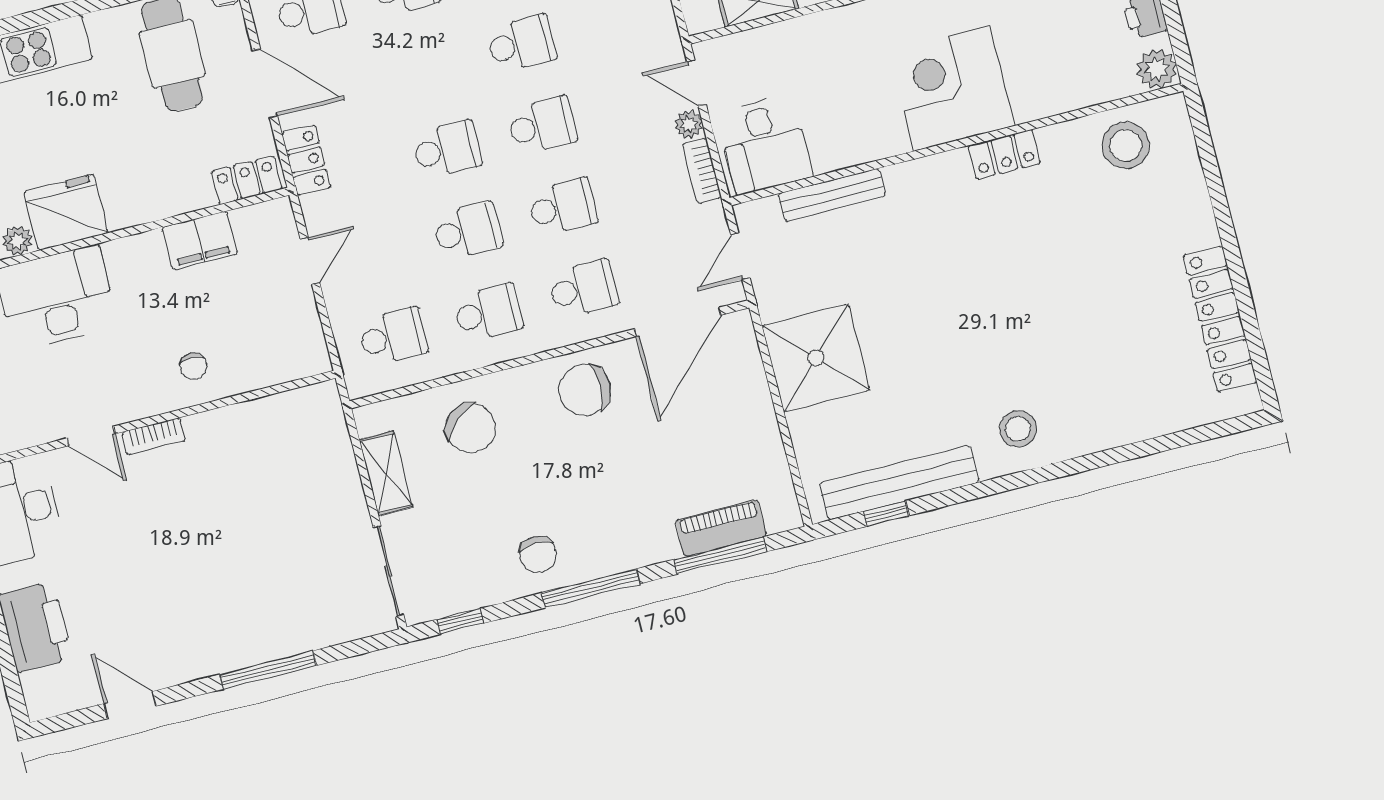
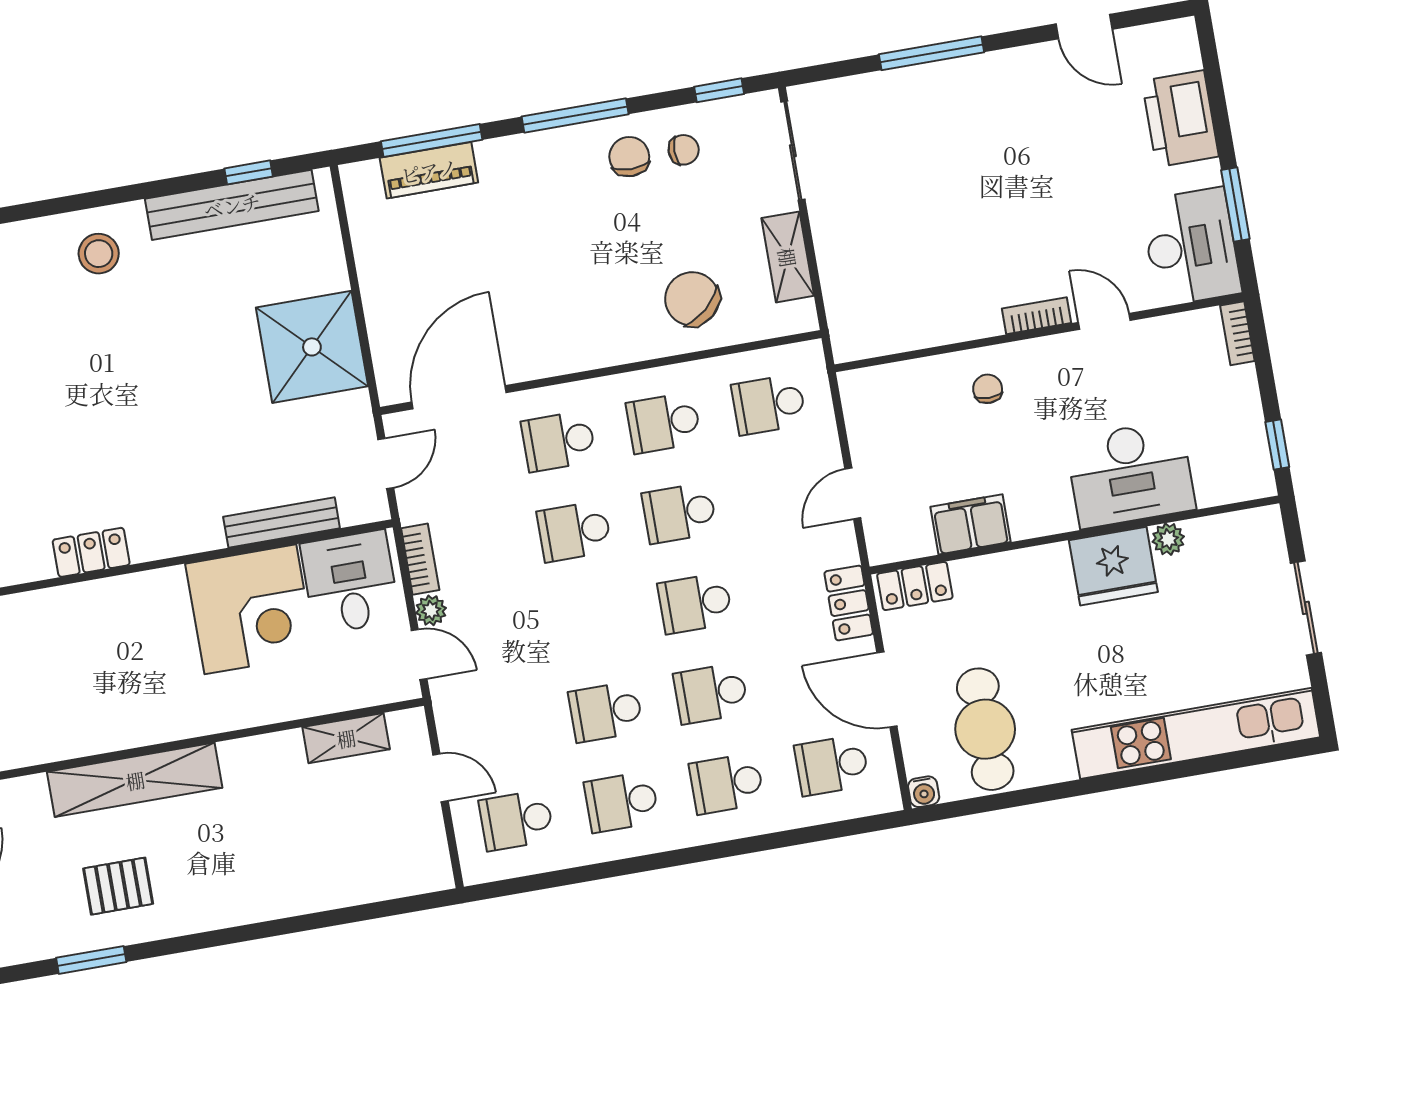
corner desk: (952, 88) -> (250, 609), moved
school desk: (542, 125) -> (711, 693), moved
chair: (585, 390) -> (684, 150), moved, width x0.54, depth x0.54

